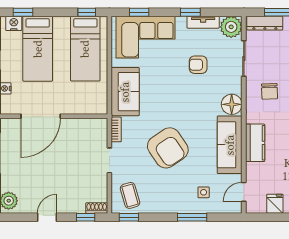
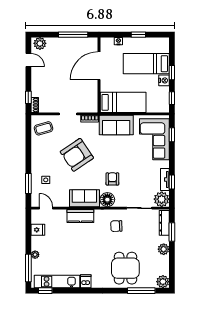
window: (23, 12) -> (172, 73), moved
window: (190, 12) -> (172, 182), moved
nightstand: (14, 23) -> (164, 80), moved
bed: (85, 49) -> (123, 102), moved, turned 180
armchair: (198, 65) -> (112, 179), moved
door: (41, 116) -> (99, 66), hinge flipped
sofa: (230, 145) -> (84, 198), width x0.73
door: (47, 217) -> (28, 60), moved
window: (129, 217) -> (28, 128), removed
window: (192, 217) -> (28, 183), moved

